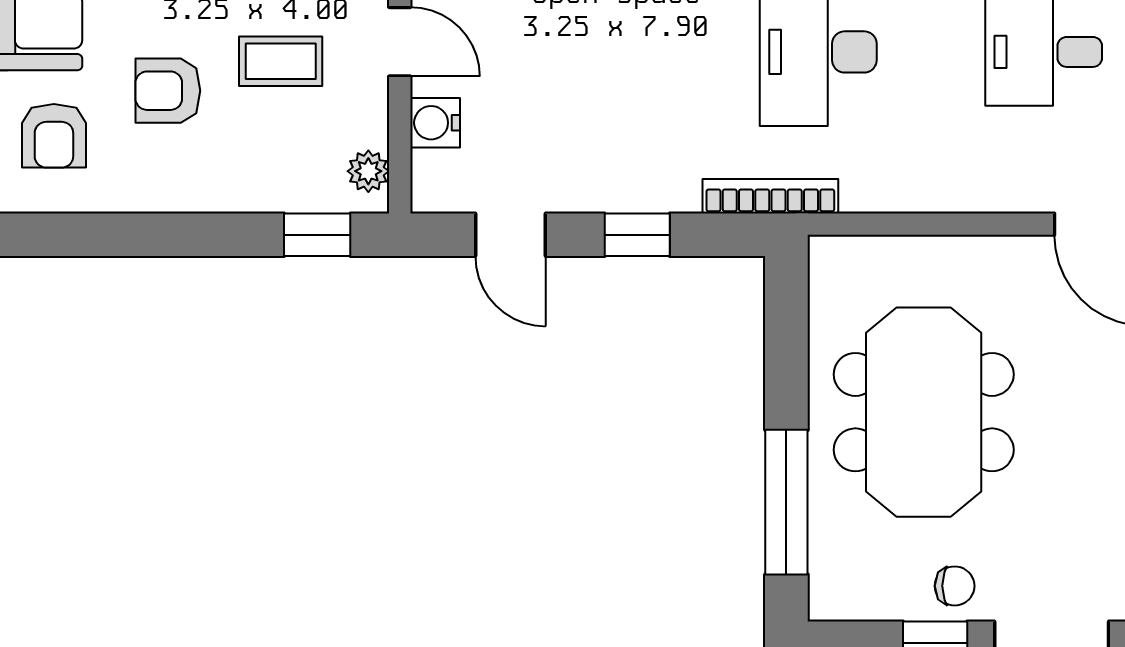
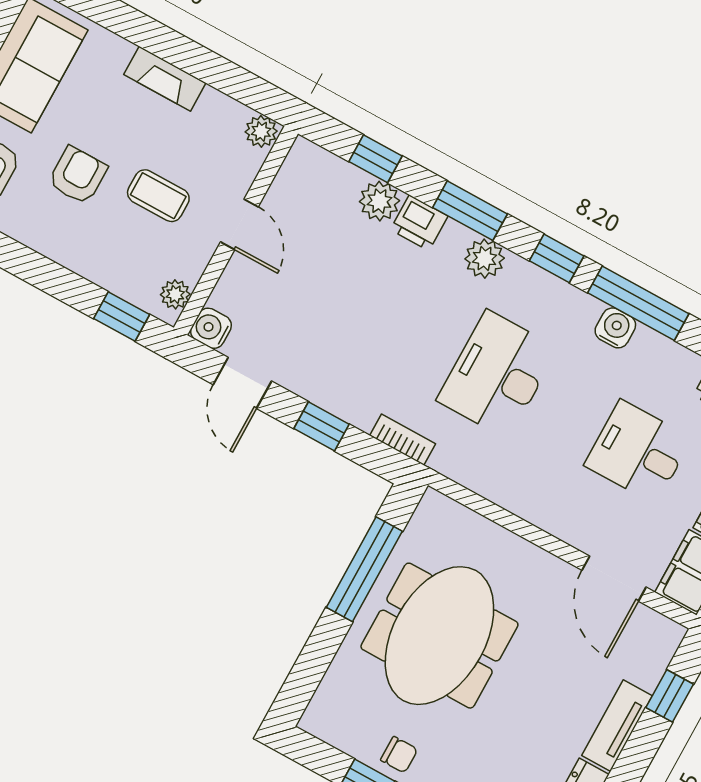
armchair: (168, 91) -> (78, 175), turned 90
water cooler: (435, 123) -> (211, 328), moved
bookcase: (770, 196) -> (403, 440), width x0.64
window: (786, 502) -> (364, 569), moved

